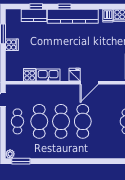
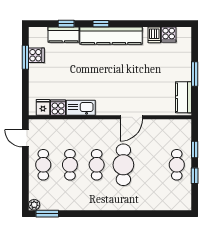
cooker: (12, 45) -> (36, 55), moved
fridge: (75, 75) -> (43, 107), moved
cafe table: (39, 121) -> (70, 165), width x0.73, depth x0.74
cafe table: (61, 121) -> (97, 165), width x0.73, depth x0.74

